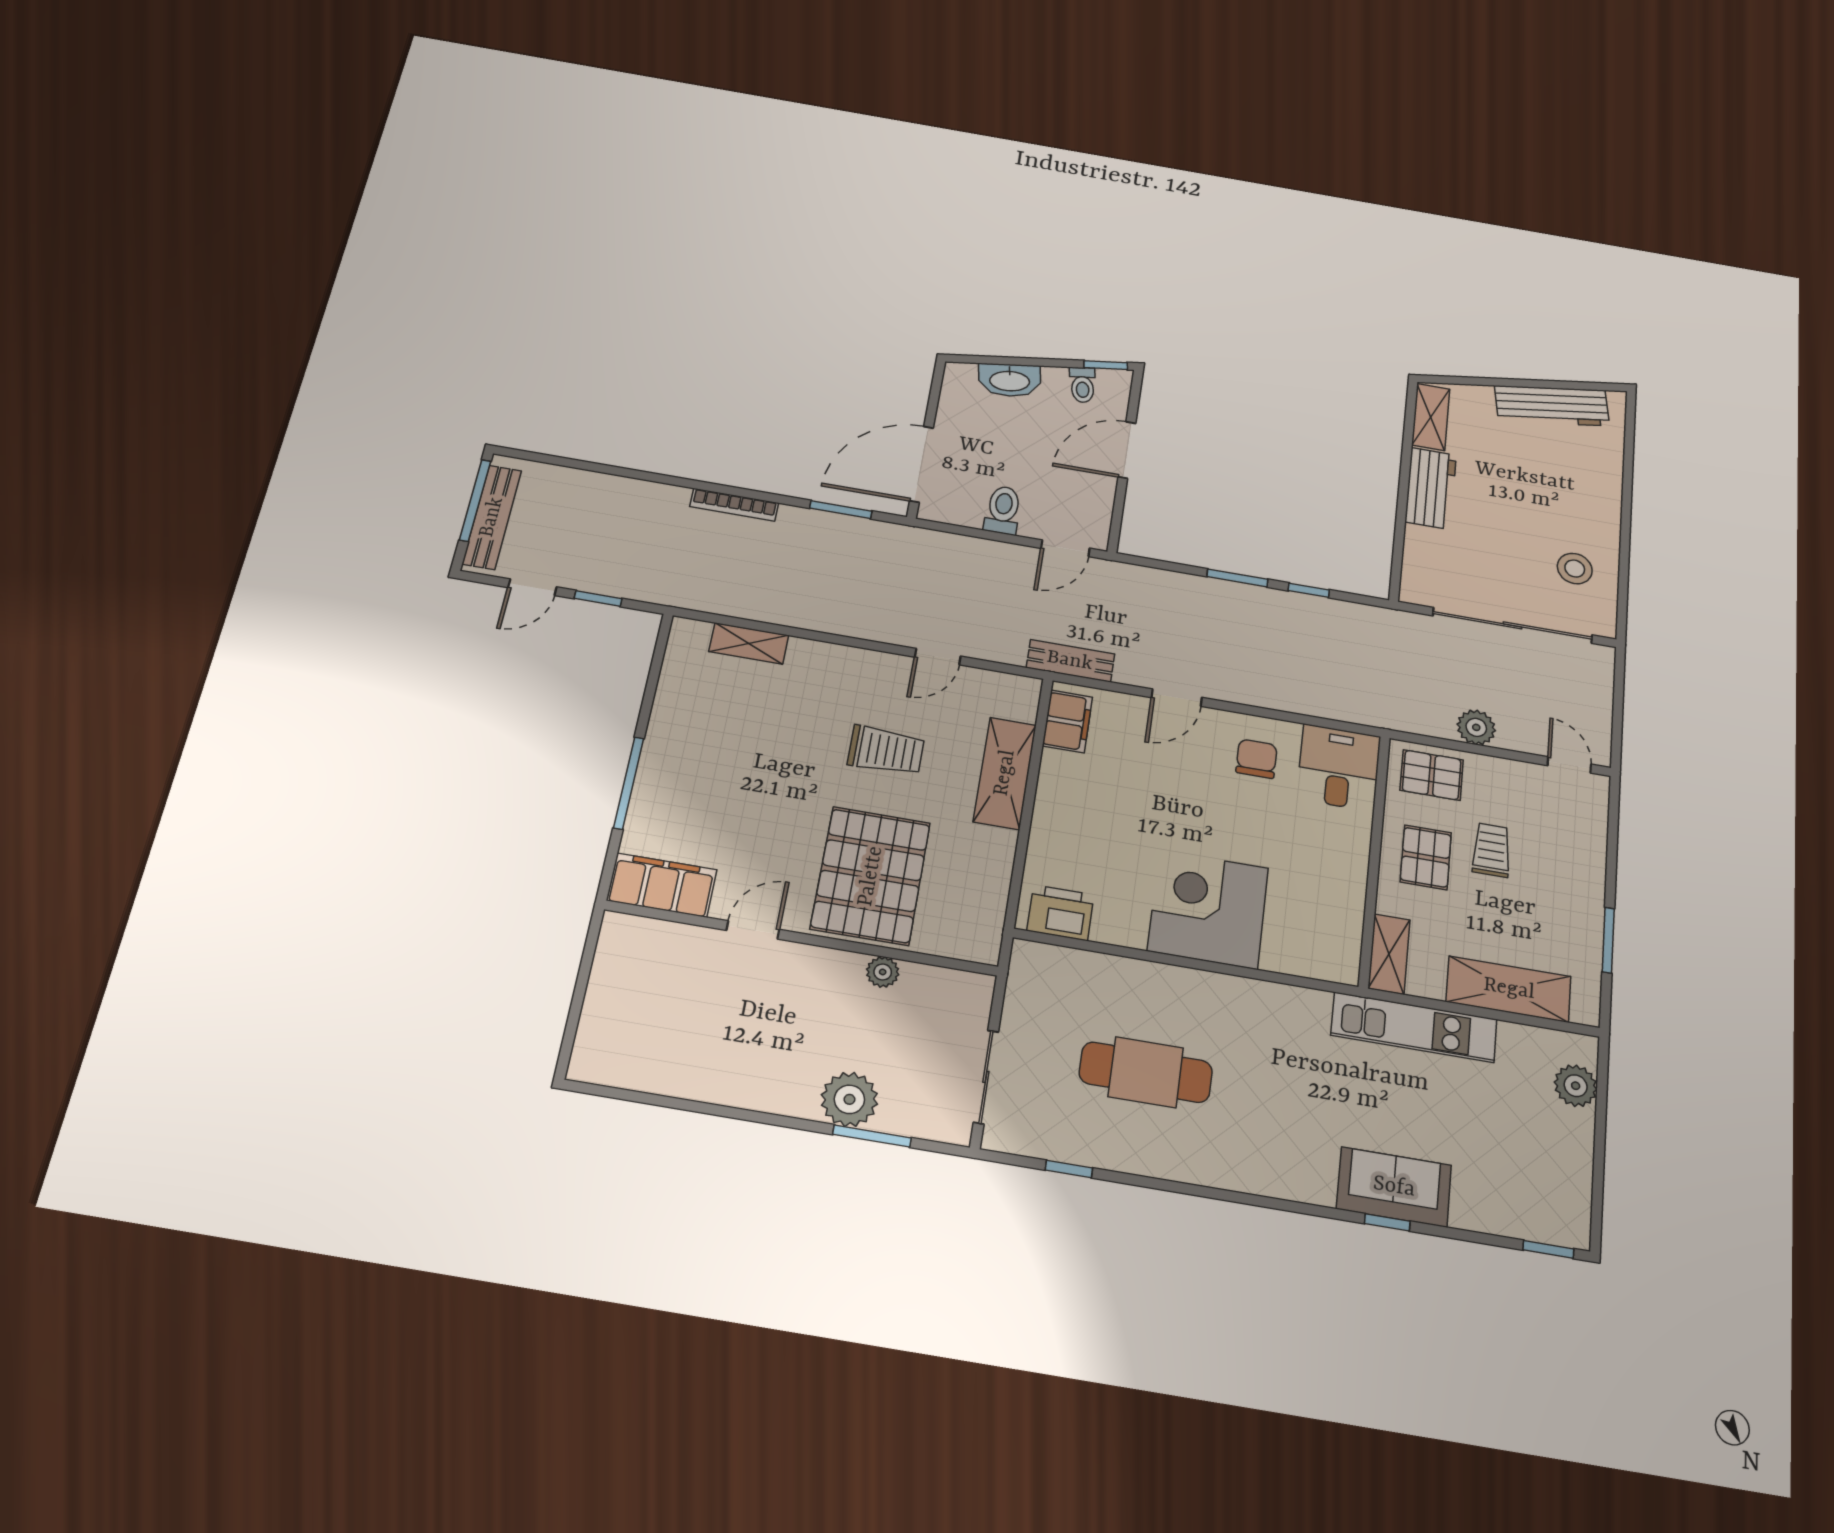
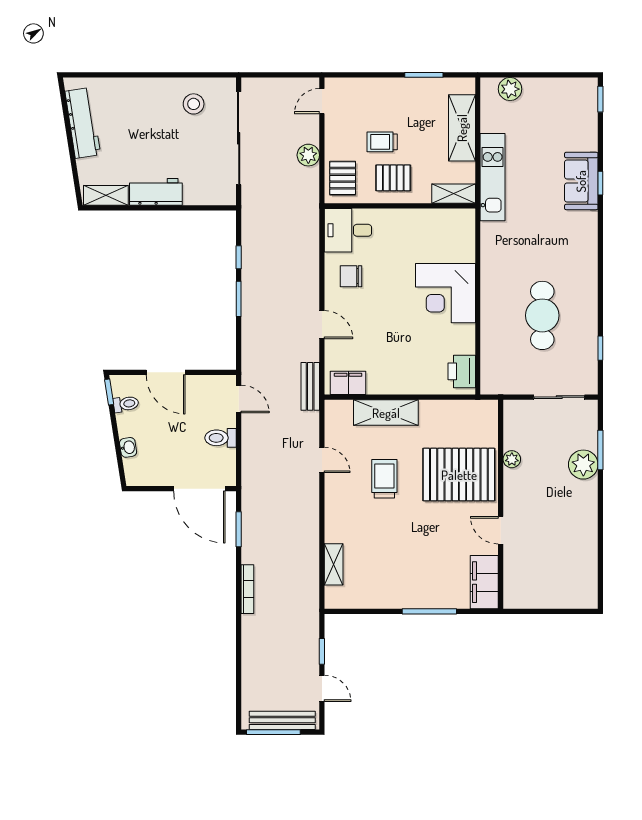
washbasin: (1010, 380) -> (128, 447), width x0.52, depth x0.69

